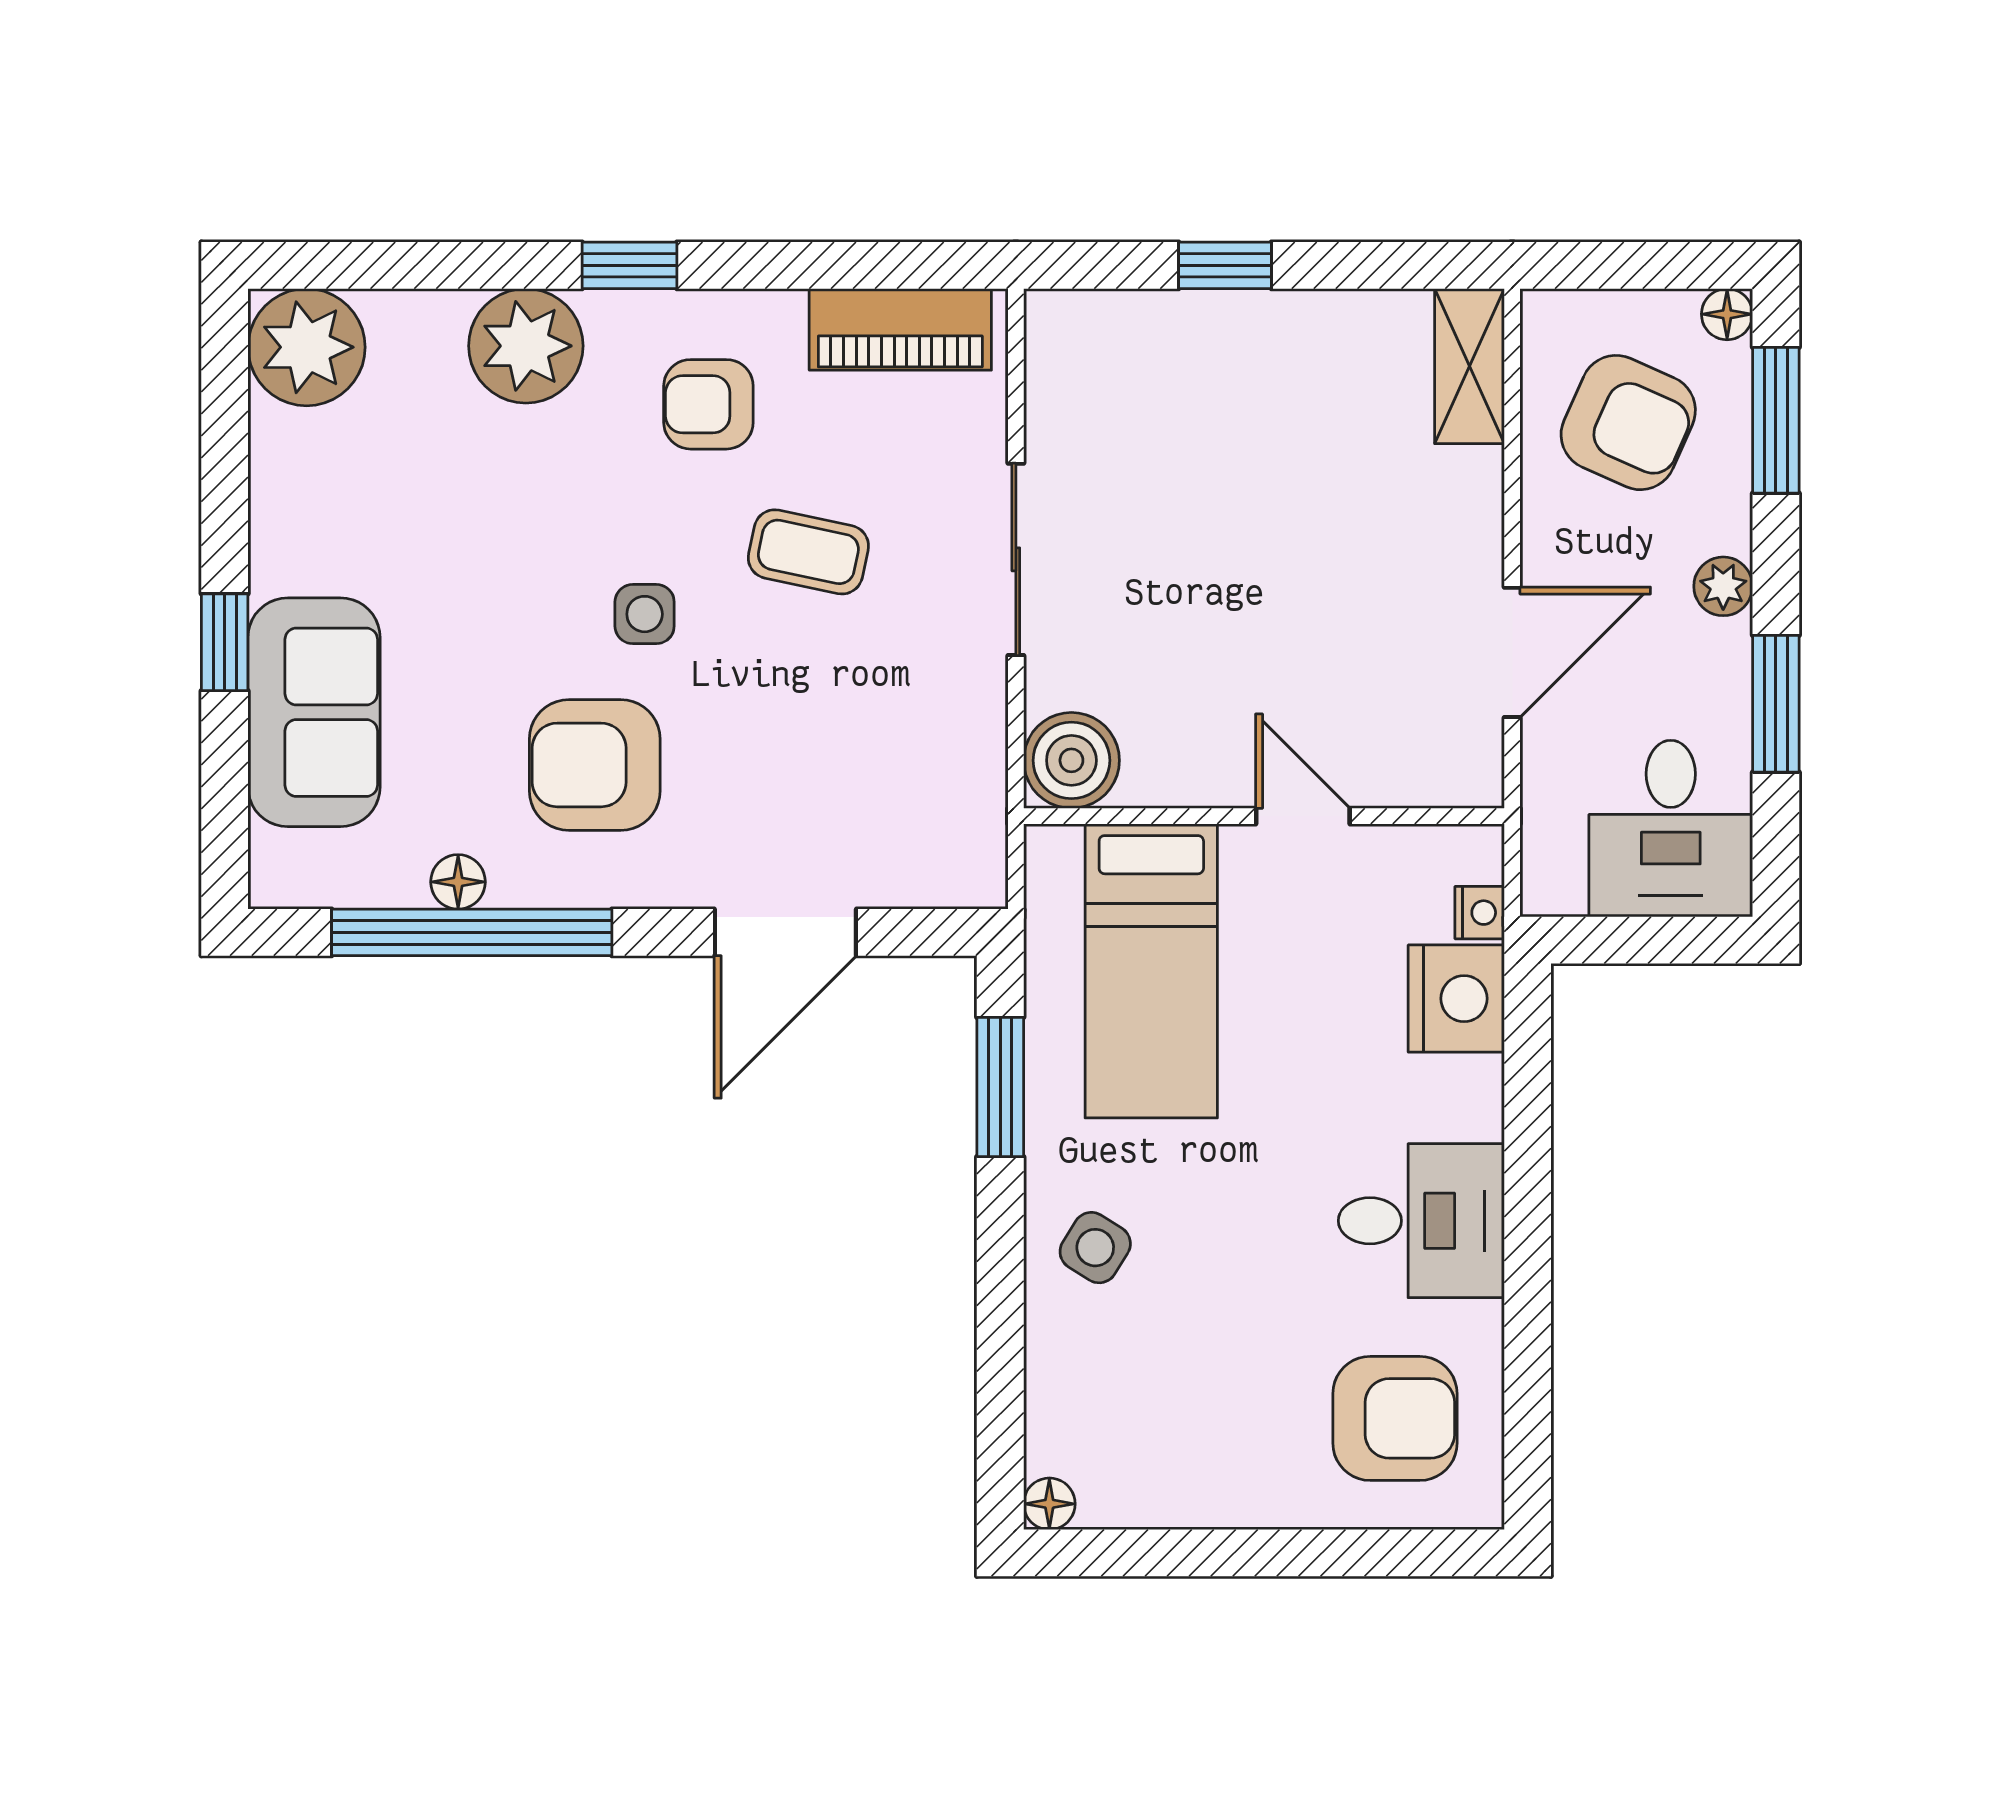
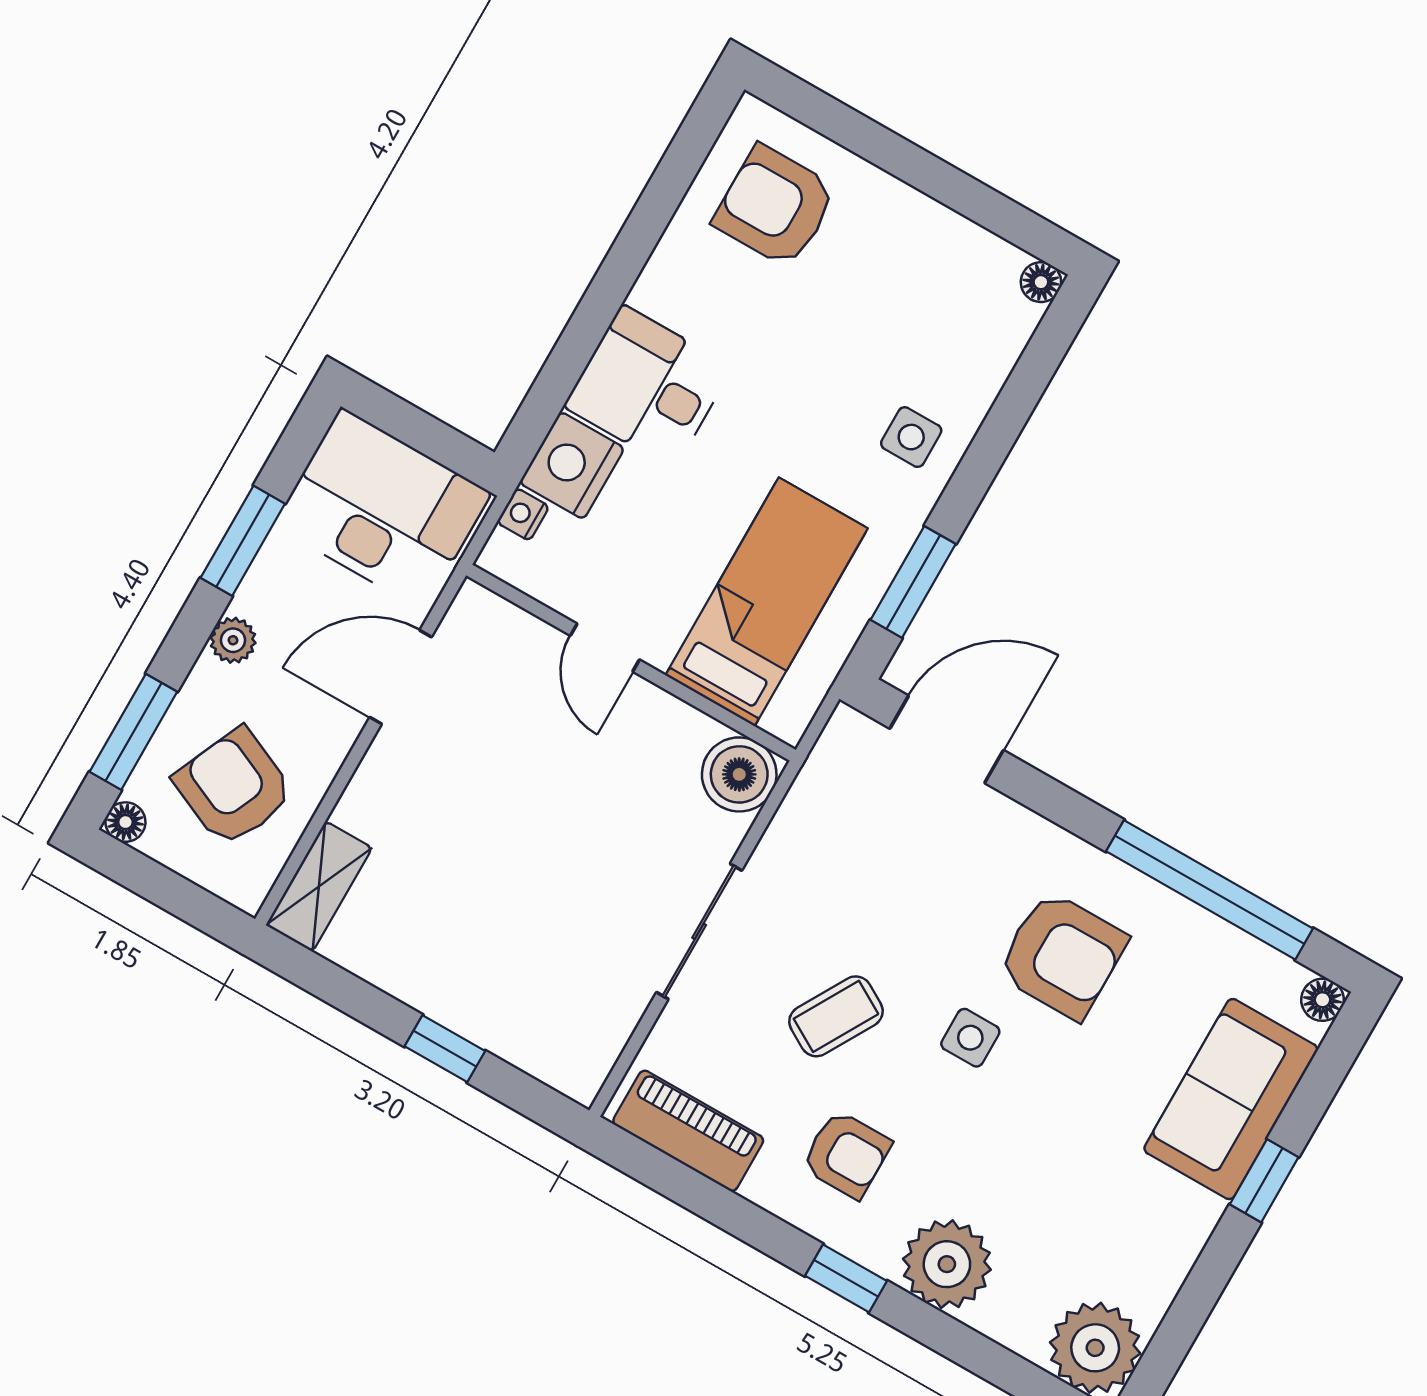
coffee table: (808, 552) -> (836, 1016), turned -72
desk: (1671, 829) -> (382, 509), width x1.37
floor lamp: (458, 882) -> (1322, 1000), moved
door: (785, 932) -> (947, 739), moved
desk: (1421, 1221) -> (648, 387), moved
side table: (1095, 1248) -> (911, 437), turned -32

